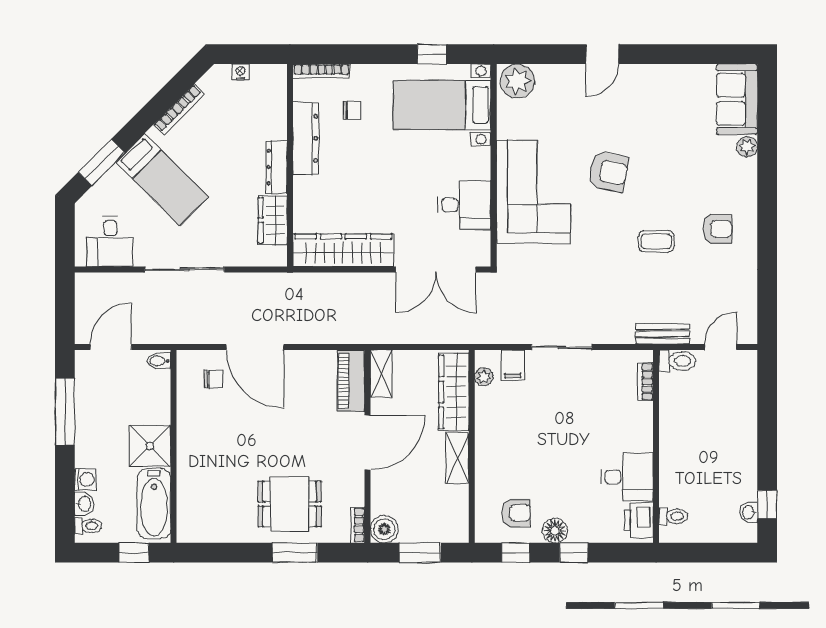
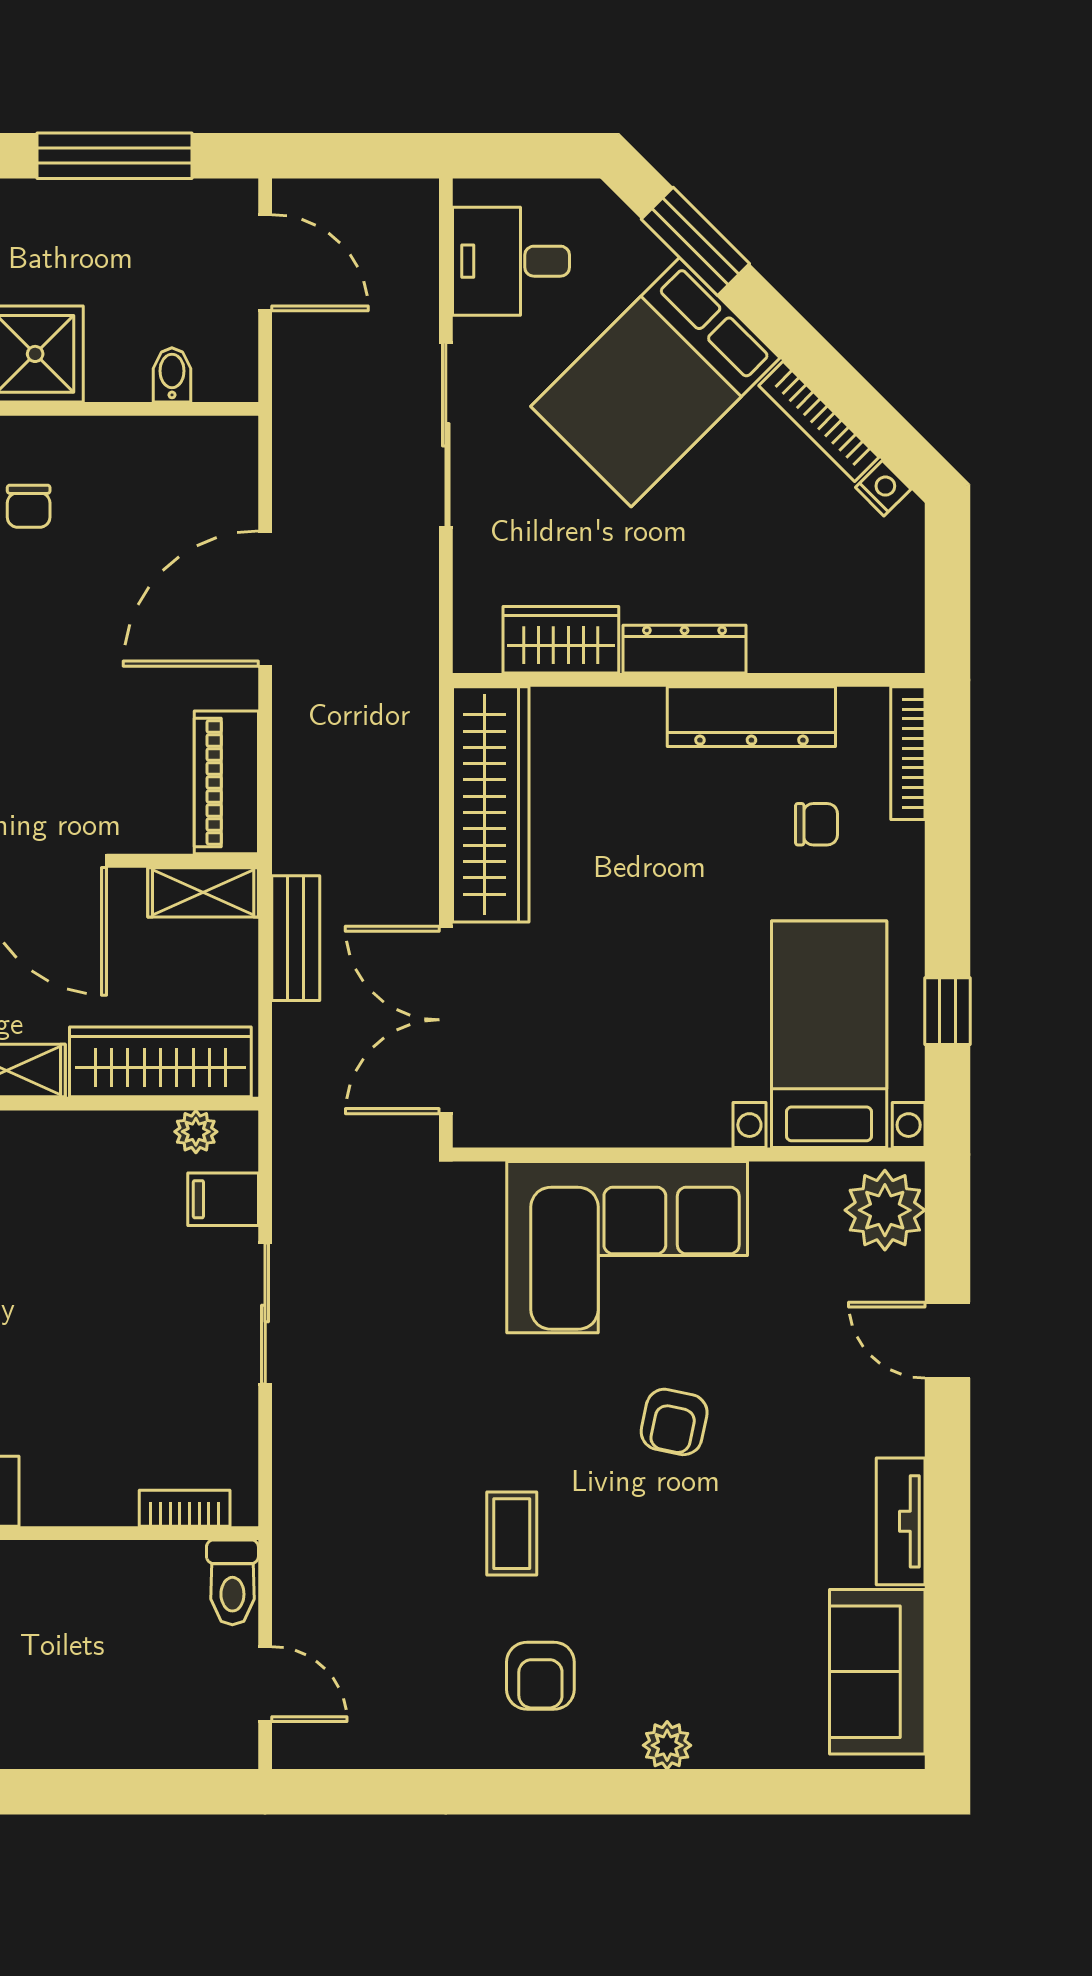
door: (602, 54) -> (948, 1340), moved
nightstand: (240, 72) -> (883, 488), moved, turned -45
tv unit: (651, 74) -> (901, 1521), added
sofa: (737, 99) -> (877, 1672), moved, turned -90
chair: (352, 110) -> (816, 824), turned -90
plant: (747, 147) -> (667, 1745), moved
armchair: (608, 172) -> (674, 1422), width x0.72, depth x0.72
bed: (162, 180) -> (655, 382), width x1.50
desk: (464, 205) -> (596, 1086), removed
bench: (663, 334) -> (296, 938), moved
bidet: (159, 361) -> (172, 375), moved
chair: (214, 379) -> (29, 506), moved
piano: (351, 381) -> (226, 782), moved, turned -90

